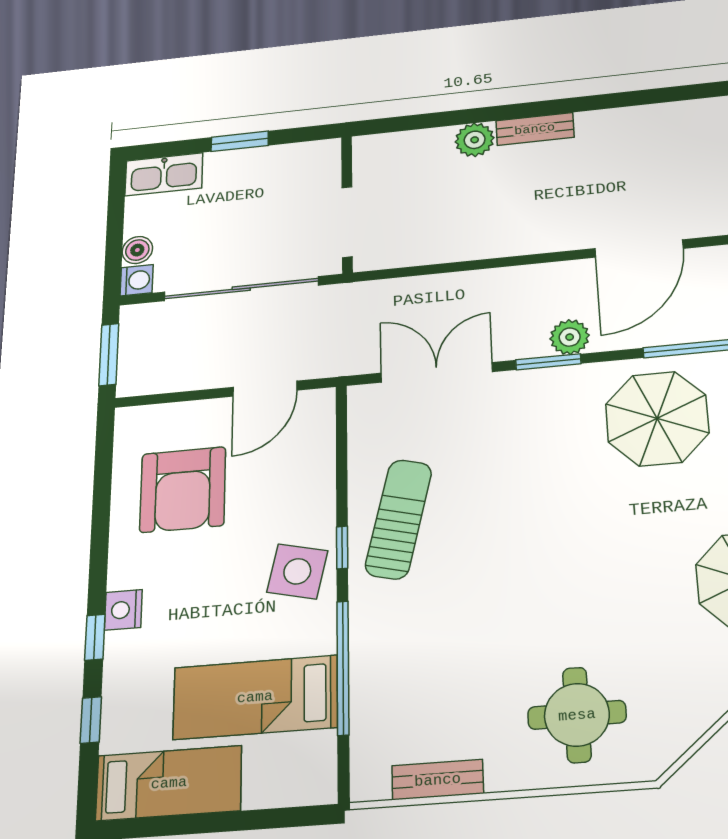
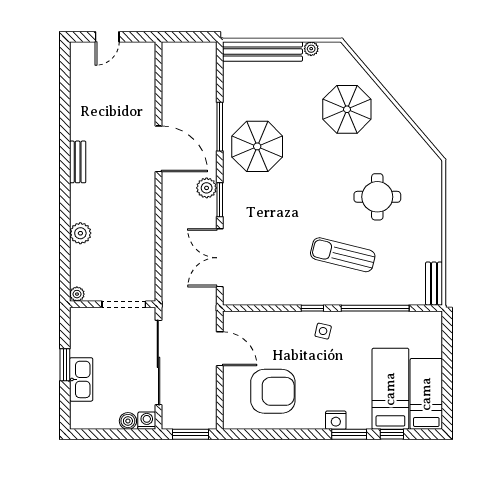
bench: (535, 129) -> (78, 162), moved
plant: (365, 146) -> (77, 294), added
kitchen sink: (164, 174) -> (81, 379), moved
sun lounger: (399, 519) -> (343, 255), moved
side table: (297, 571) -> (323, 331), width x0.54, depth x0.54
window: (95, 637) -> (349, 434), width x1.50
bed: (255, 697) -> (390, 389), moved, turned 180
round table: (577, 715) -> (377, 197), moved
bench: (438, 780) -> (434, 284), moved

